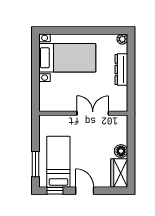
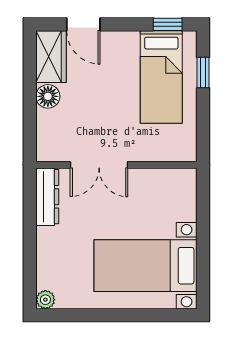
dresser: (121, 70) -> (47, 197), moved
window: (36, 164) -> (203, 72), width x0.67
door: (85, 191) -> (83, 24), moved

